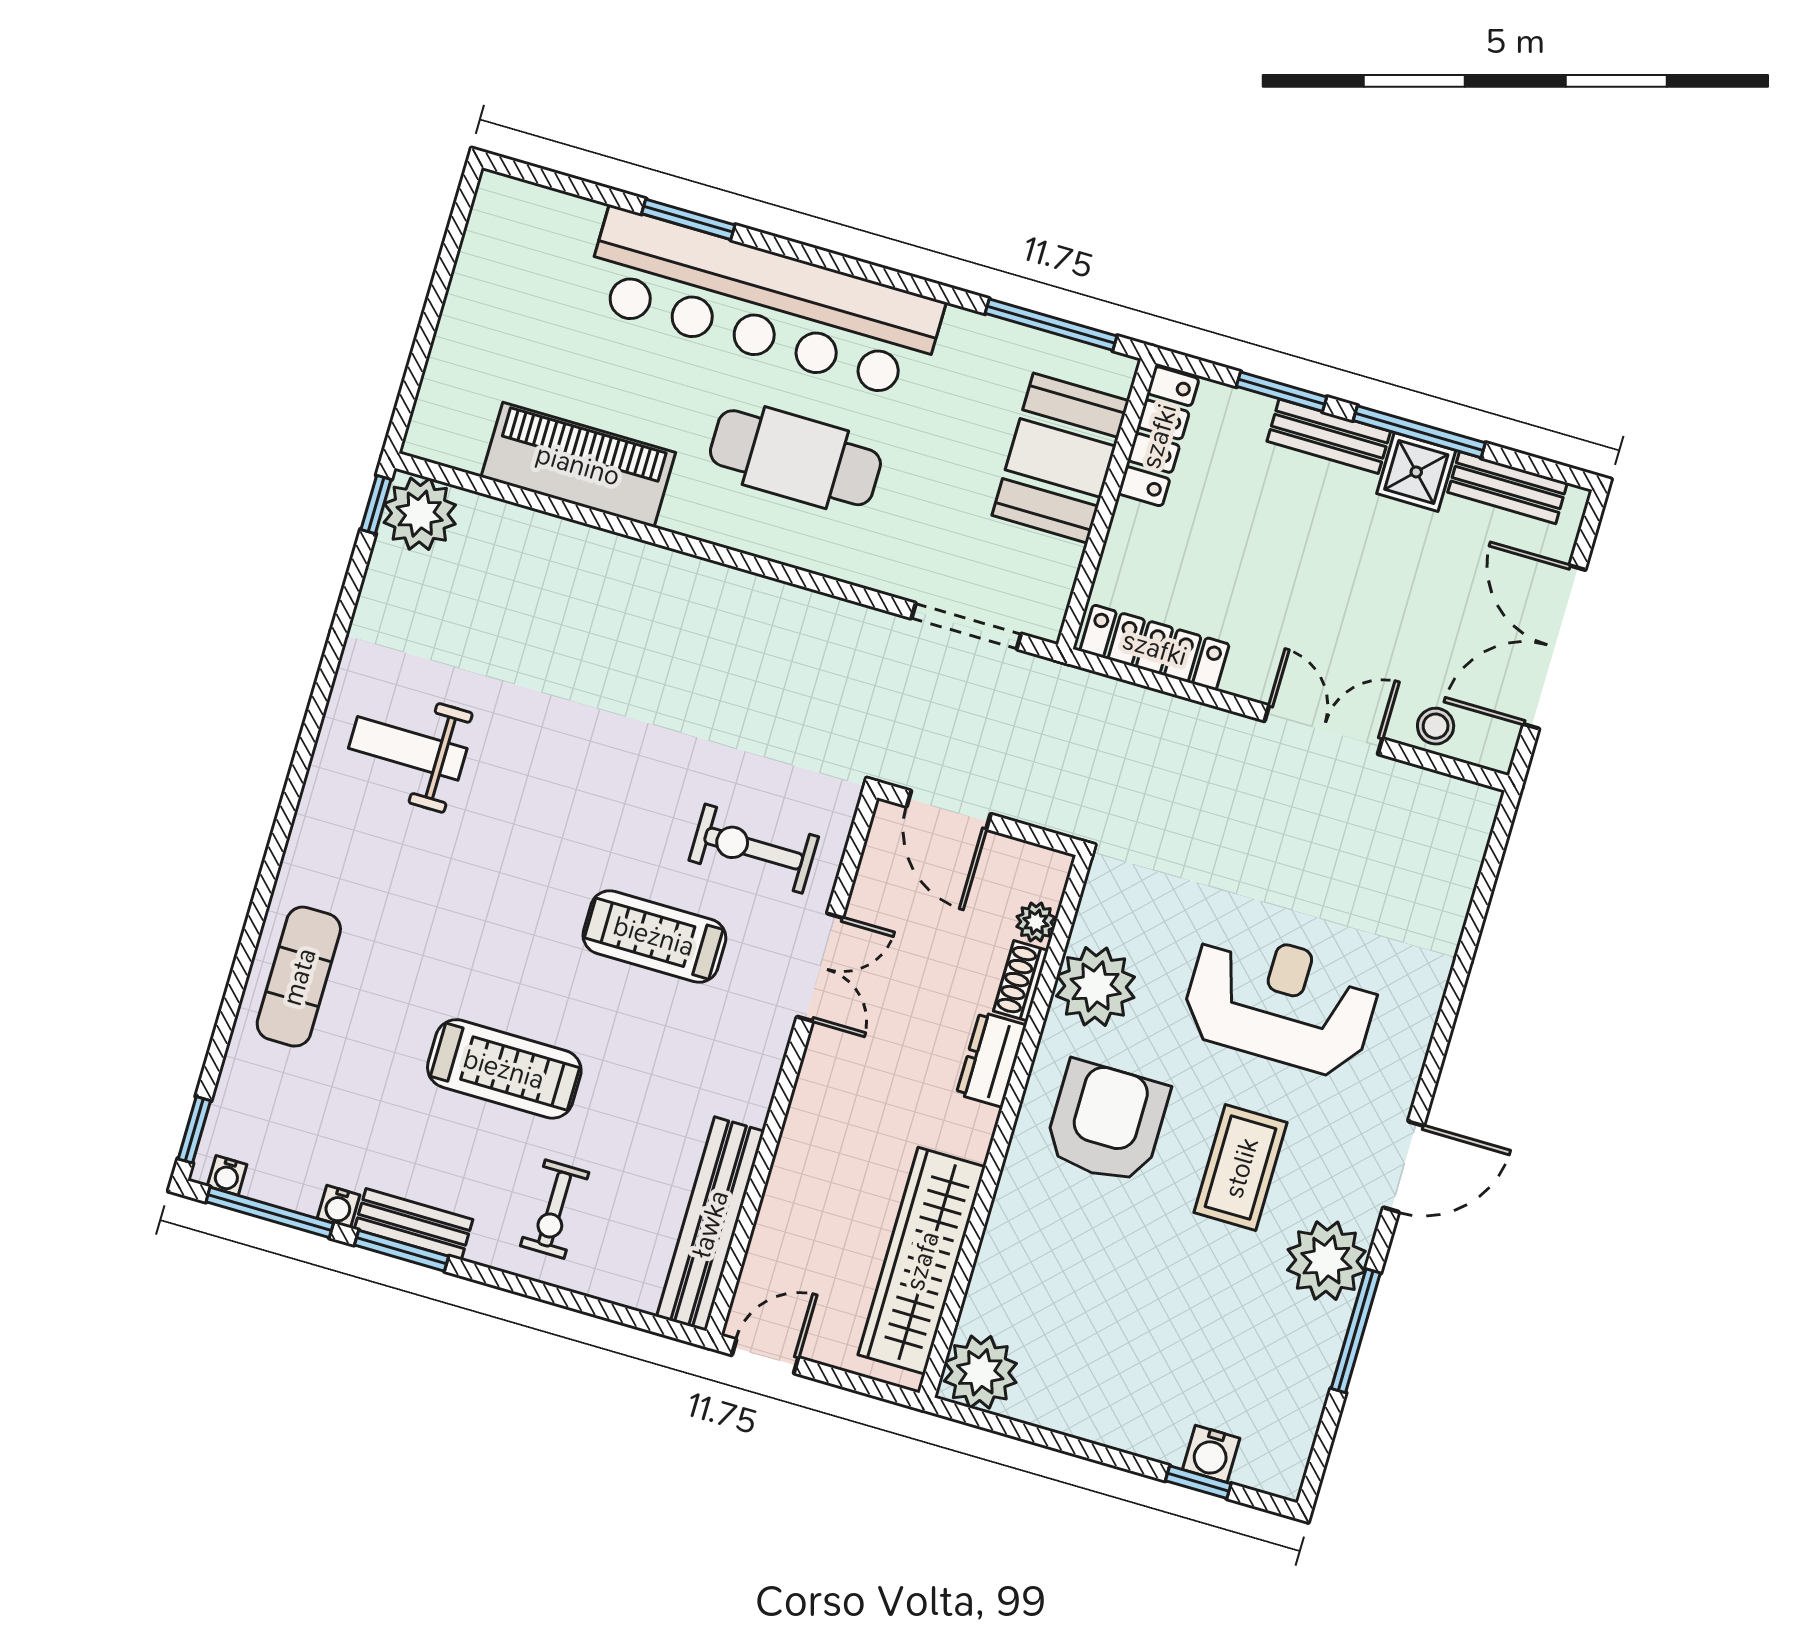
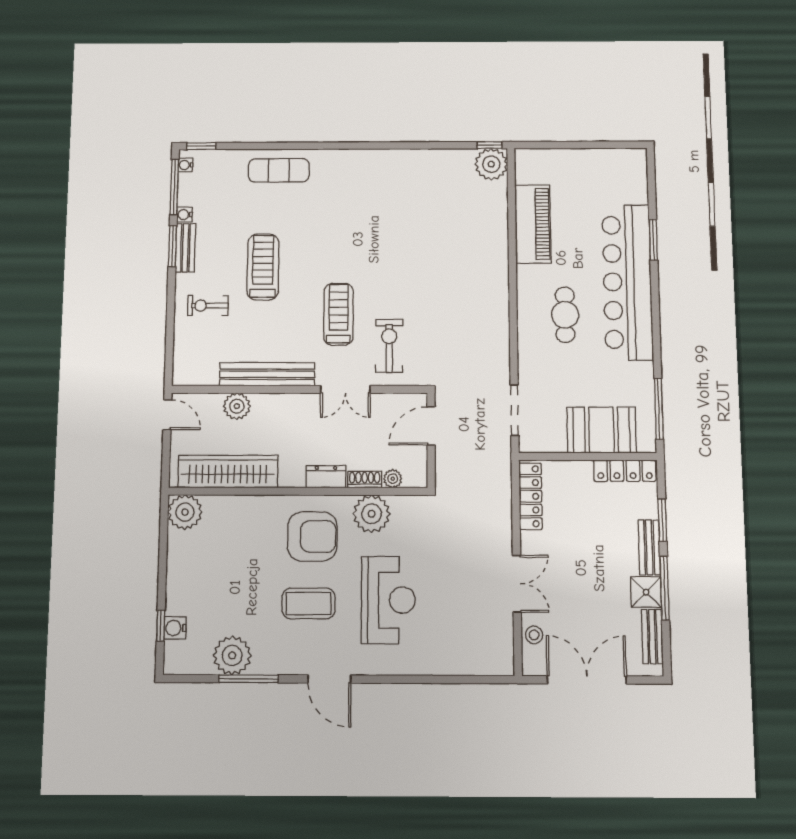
cafe table: (795, 458) -> (565, 315), width x0.73, depth x0.74
weight bench: (408, 748) -> (389, 188), removed
treadmill: (504, 1069) -> (263, 267), turned 180
plant: (789, 1205) -> (237, 406), added
bench: (710, 1224) -> (267, 374), moved
plant: (1326, 1261) -> (232, 655), moved

